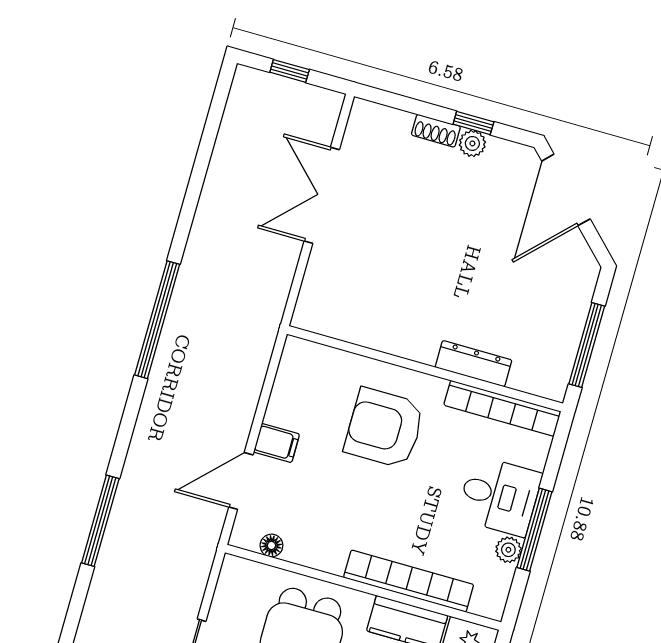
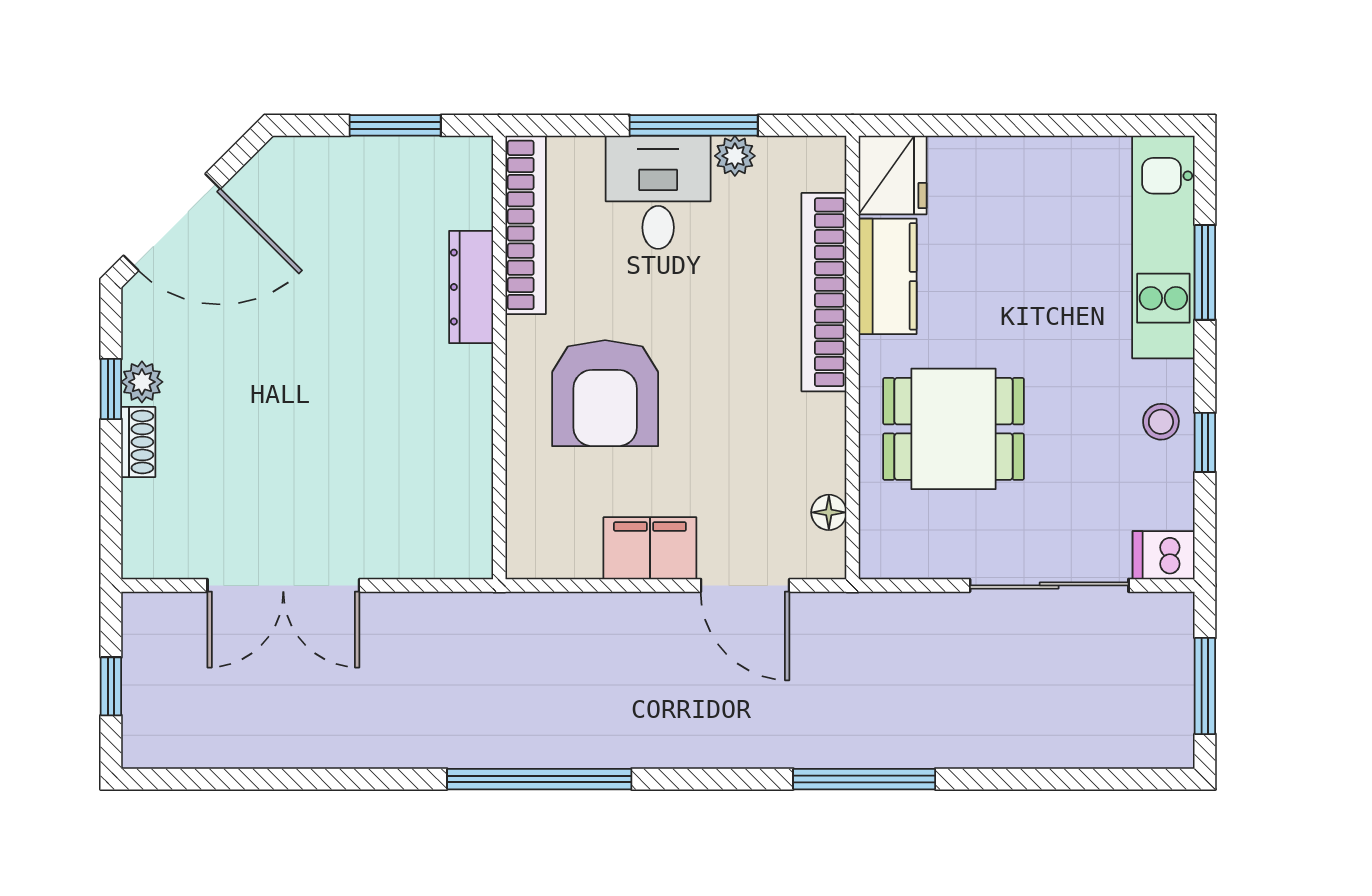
window: (587, 345) -> (395, 125), width x0.69
filing cabinet: (277, 443) -> (650, 548), width x2.00

